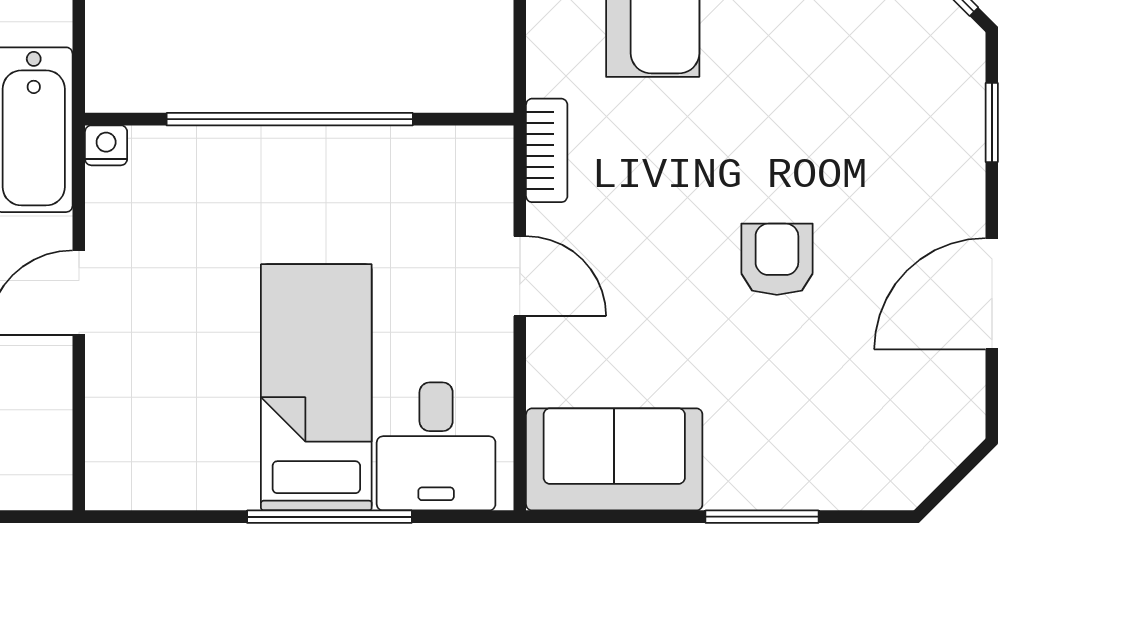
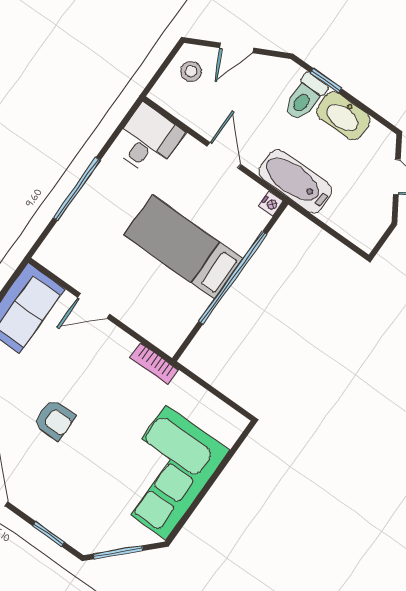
door: (520, 276) -> (94, 306), moved
bed: (316, 387) -> (183, 247), moved, turned 180
desk: (436, 446) -> (148, 140), moved, turned 90

